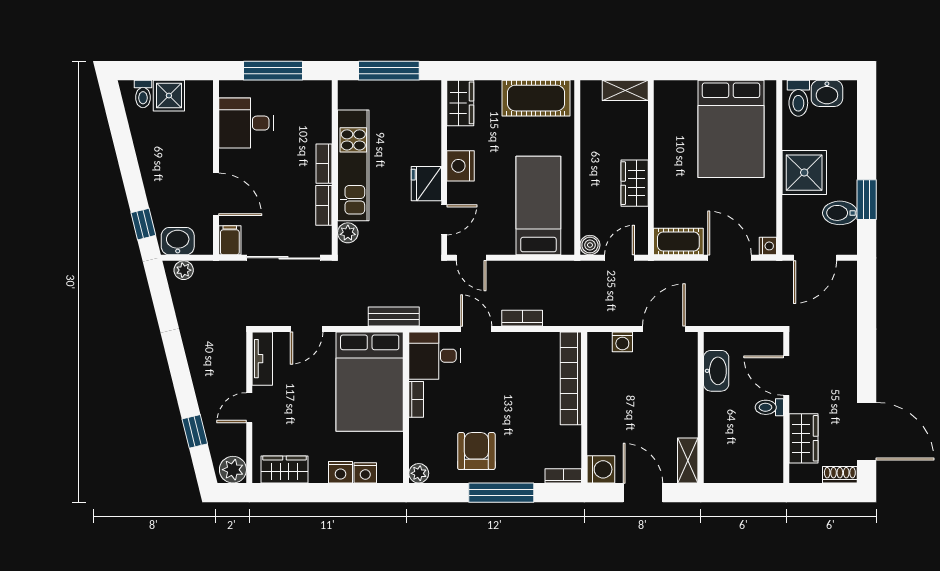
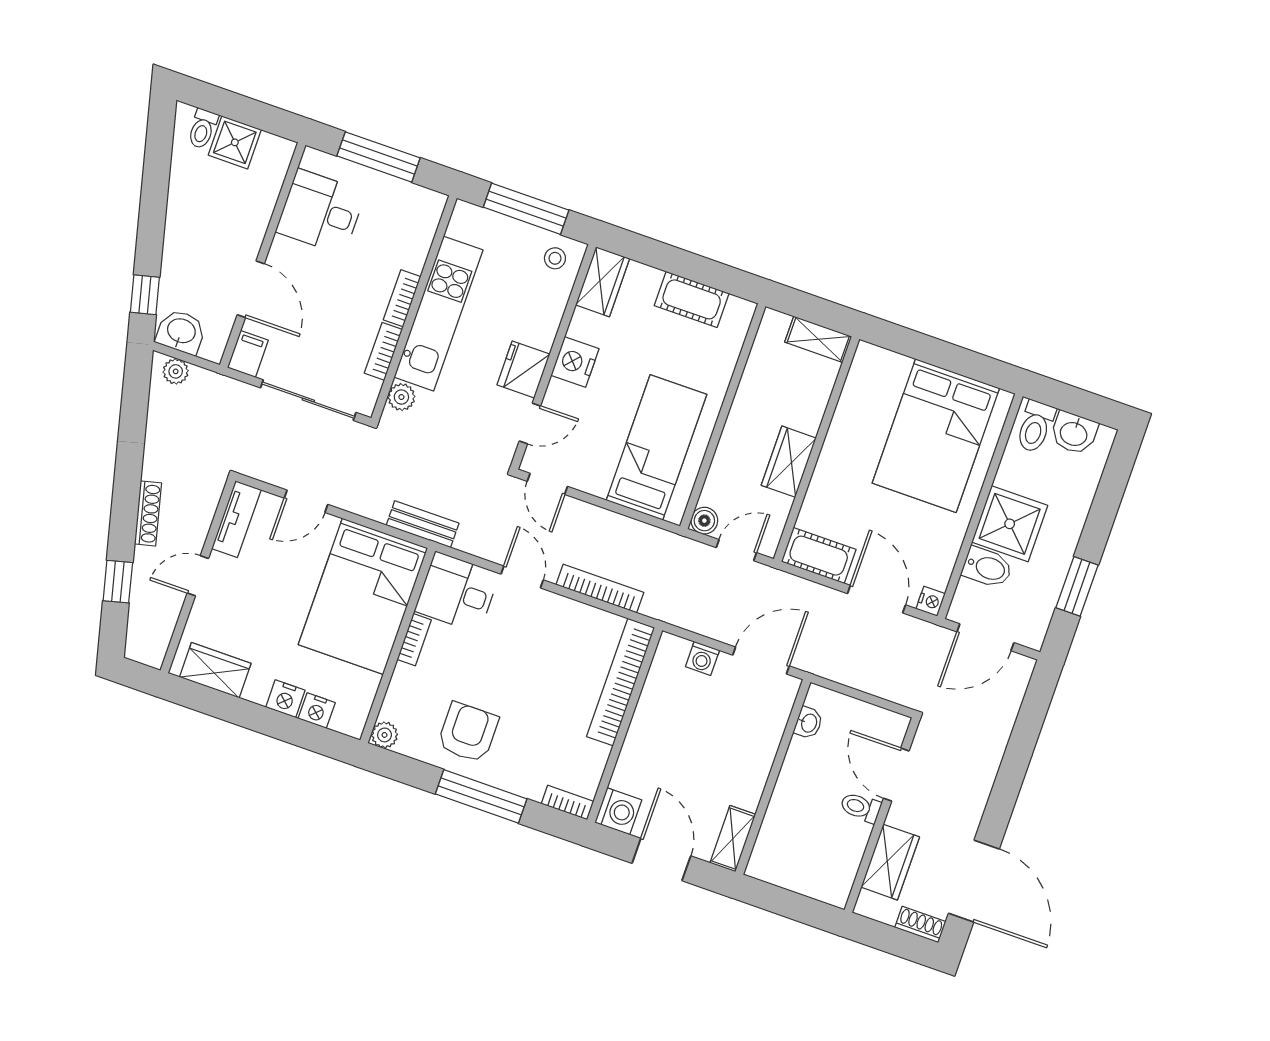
stool: (421, 98) -> (555, 258), added
cot: (536, 98) -> (692, 299), width x0.73, depth x0.75
bidet: (840, 213) -> (987, 567), moved, turned 180
bookcase: (522, 318) -> (600, 589), width x1.56
washbasin: (716, 371) -> (808, 723), width x0.52, depth x0.69
shoe rack: (199, 376) -> (148, 513), added
plant: (233, 470) -> (150, 647), removed

